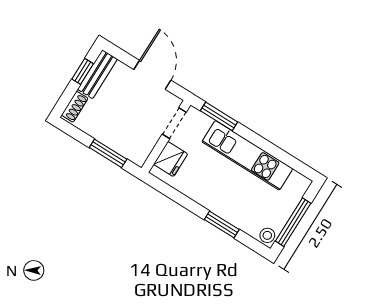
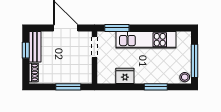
fridge: (171, 159) -> (125, 76), moved, turned -90

